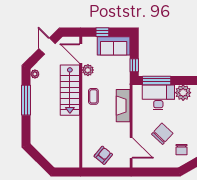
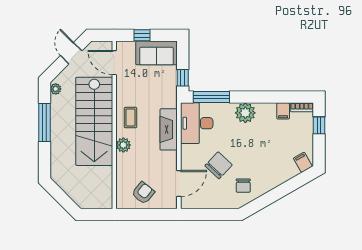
plant: (88, 70) -> (123, 145), moved
stairs: (70, 90) -> (94, 121), width x1.36, depth x1.51
desk: (158, 97) -> (197, 123), moved, turned -90
door: (131, 148) -> (179, 183), hinge flipped

